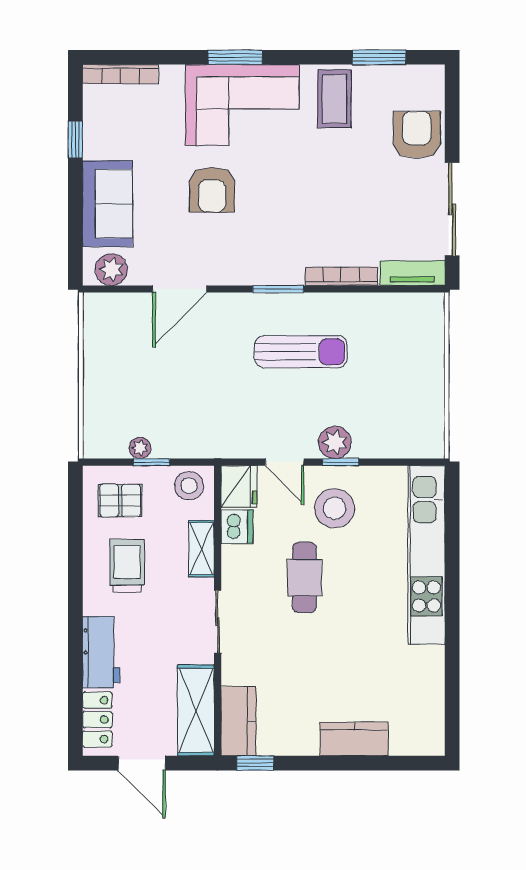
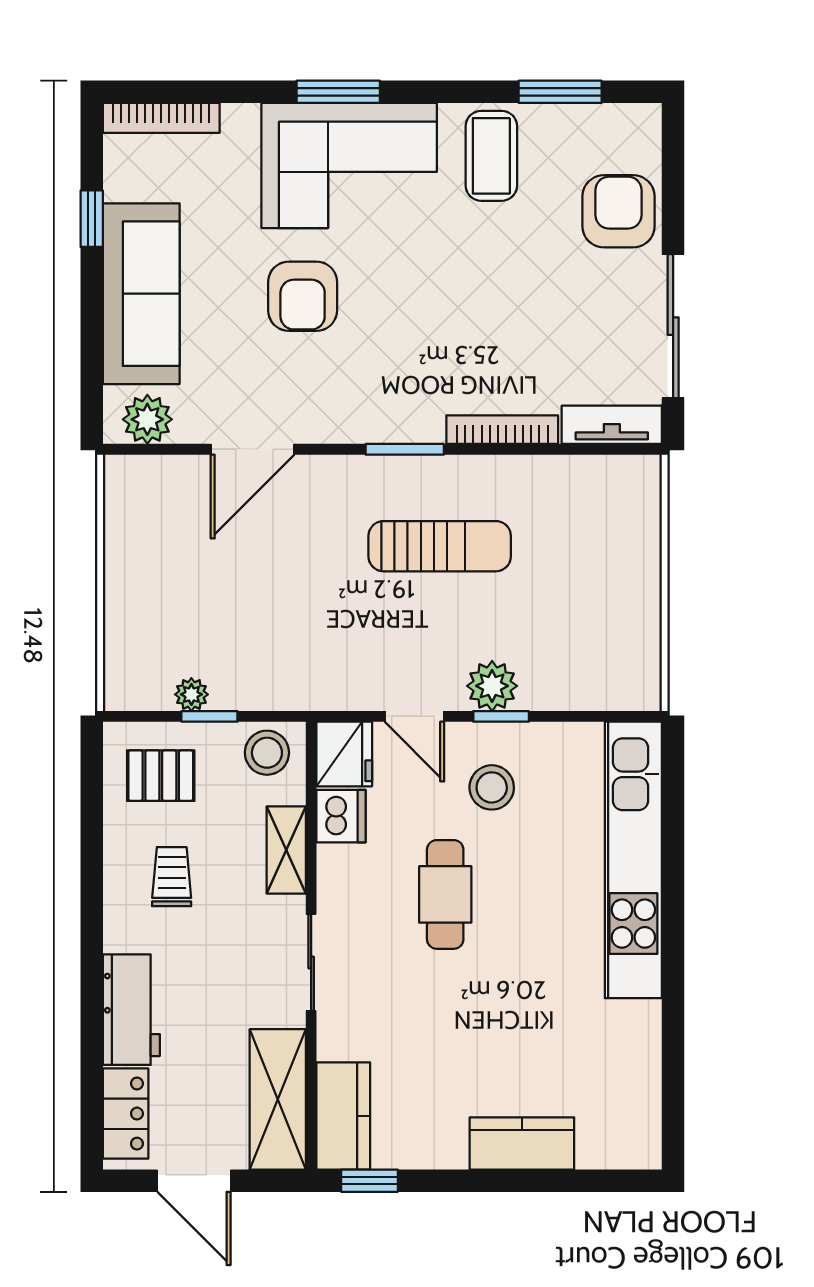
sofa: (107, 204) -> (141, 294), width x1.36
stool: (335, 508) -> (492, 787), width x0.73, depth x0.73
trolley: (127, 566) -> (172, 877), width x0.73, depth x0.72

